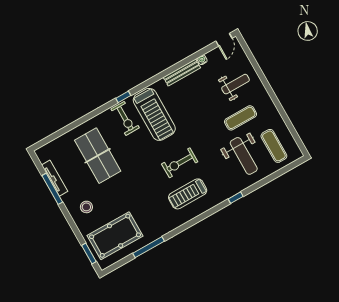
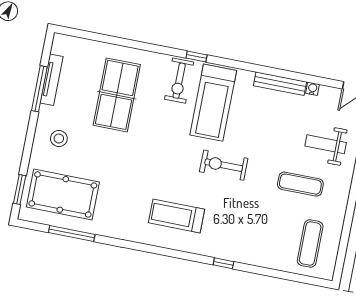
weight bench: (236, 84) -> (326, 144), turned 180
weight bench: (244, 156) -> (269, 227), removed
exercise bike: (180, 163) -> (224, 165), moved
window: (149, 247) -> (72, 233), moved

